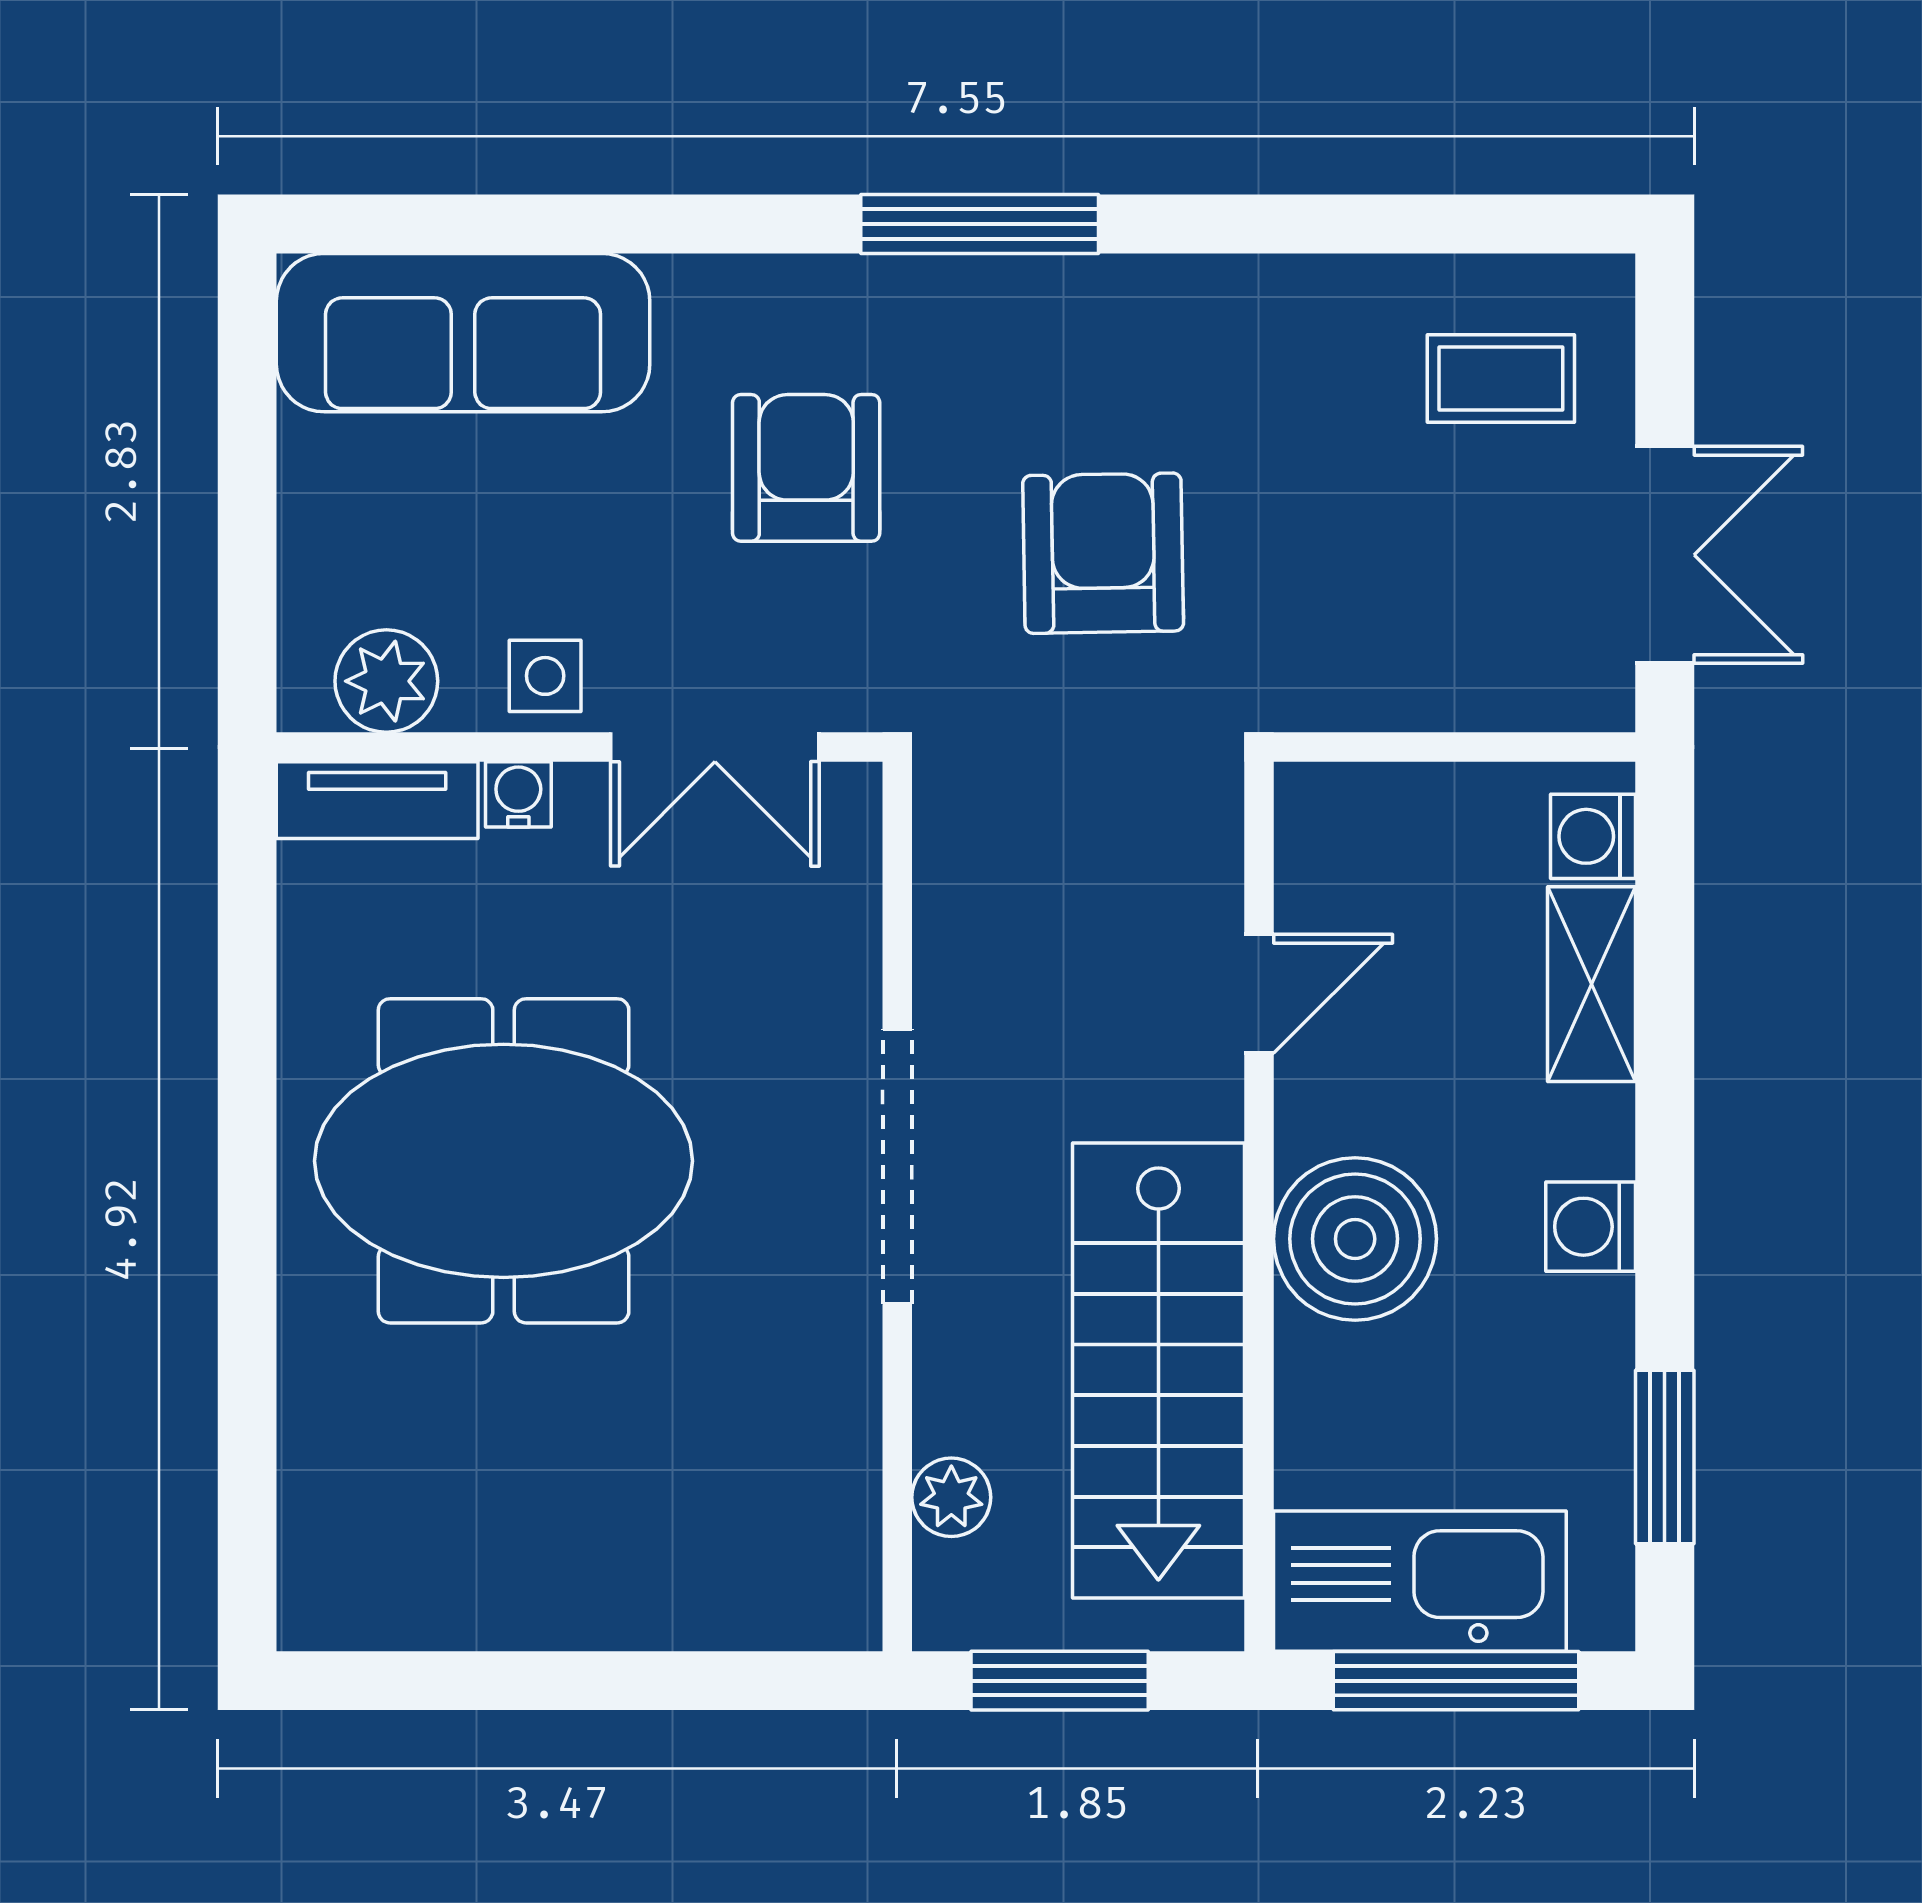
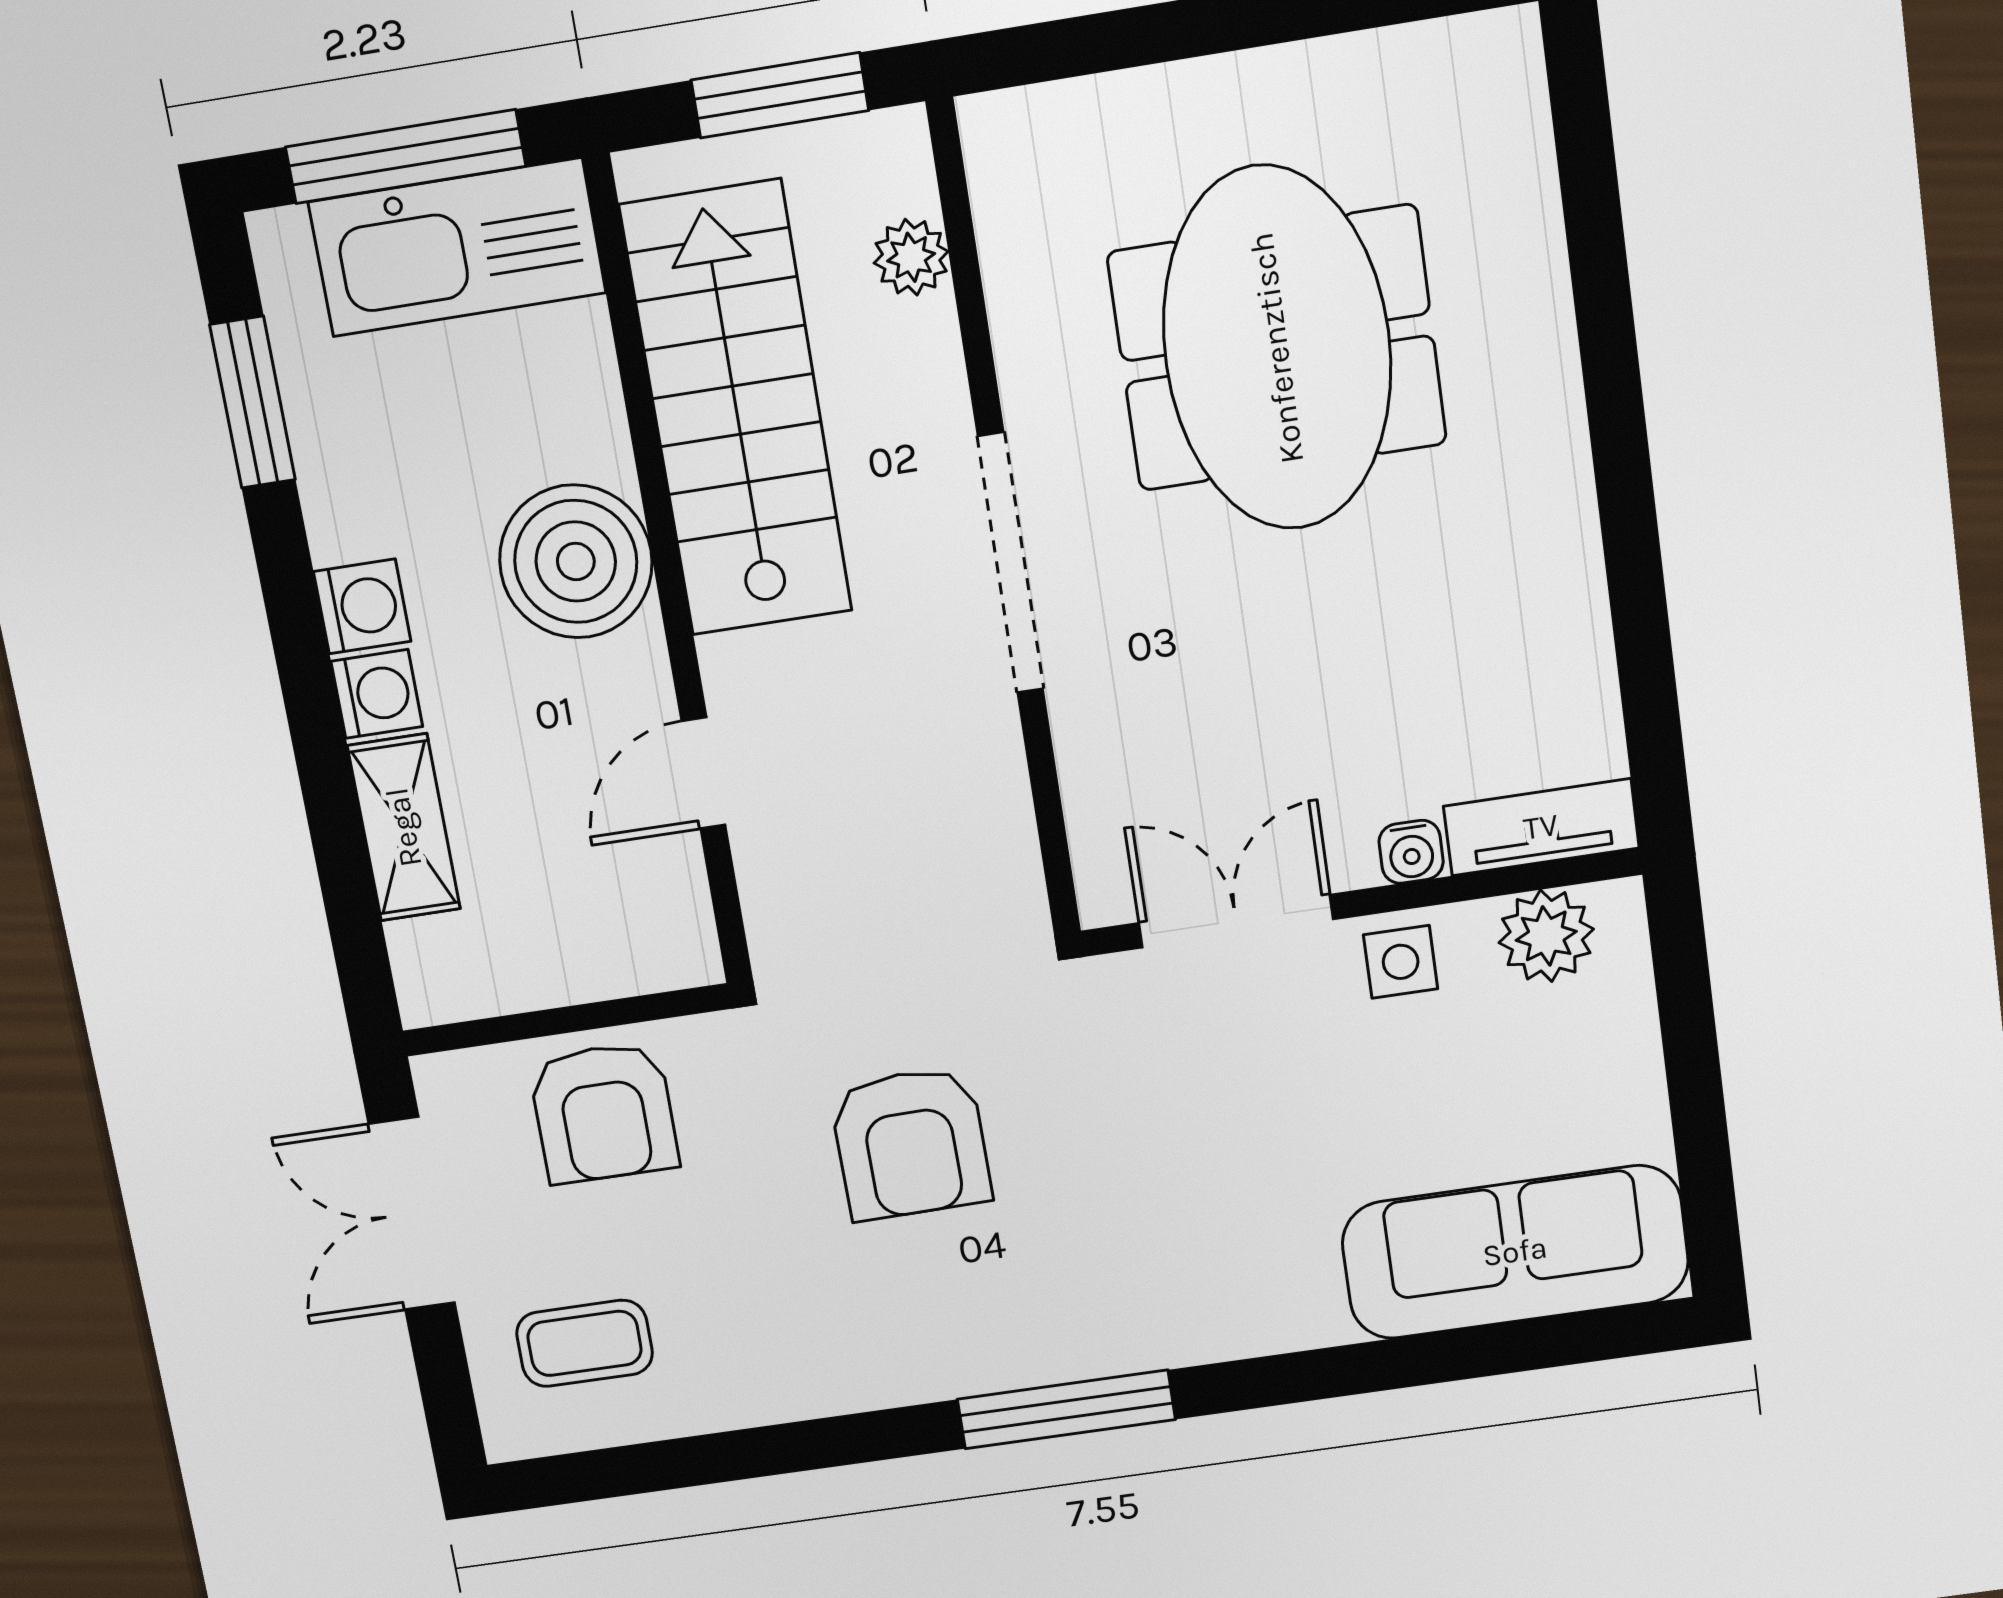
armchair: (806, 468) -> (604, 1113), moved
washing machine: (1593, 836) -> (377, 694), moved
meeting table: (504, 1161) -> (1277, 348), moved, turned 90

